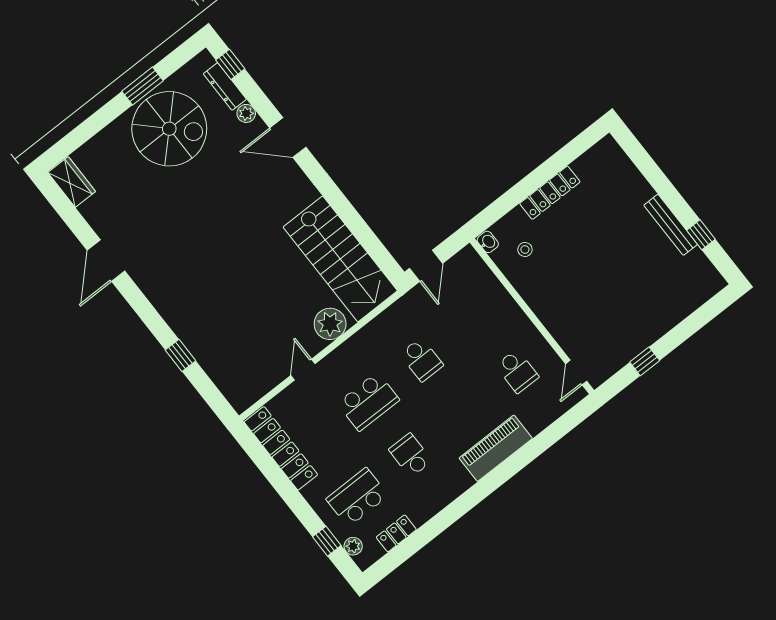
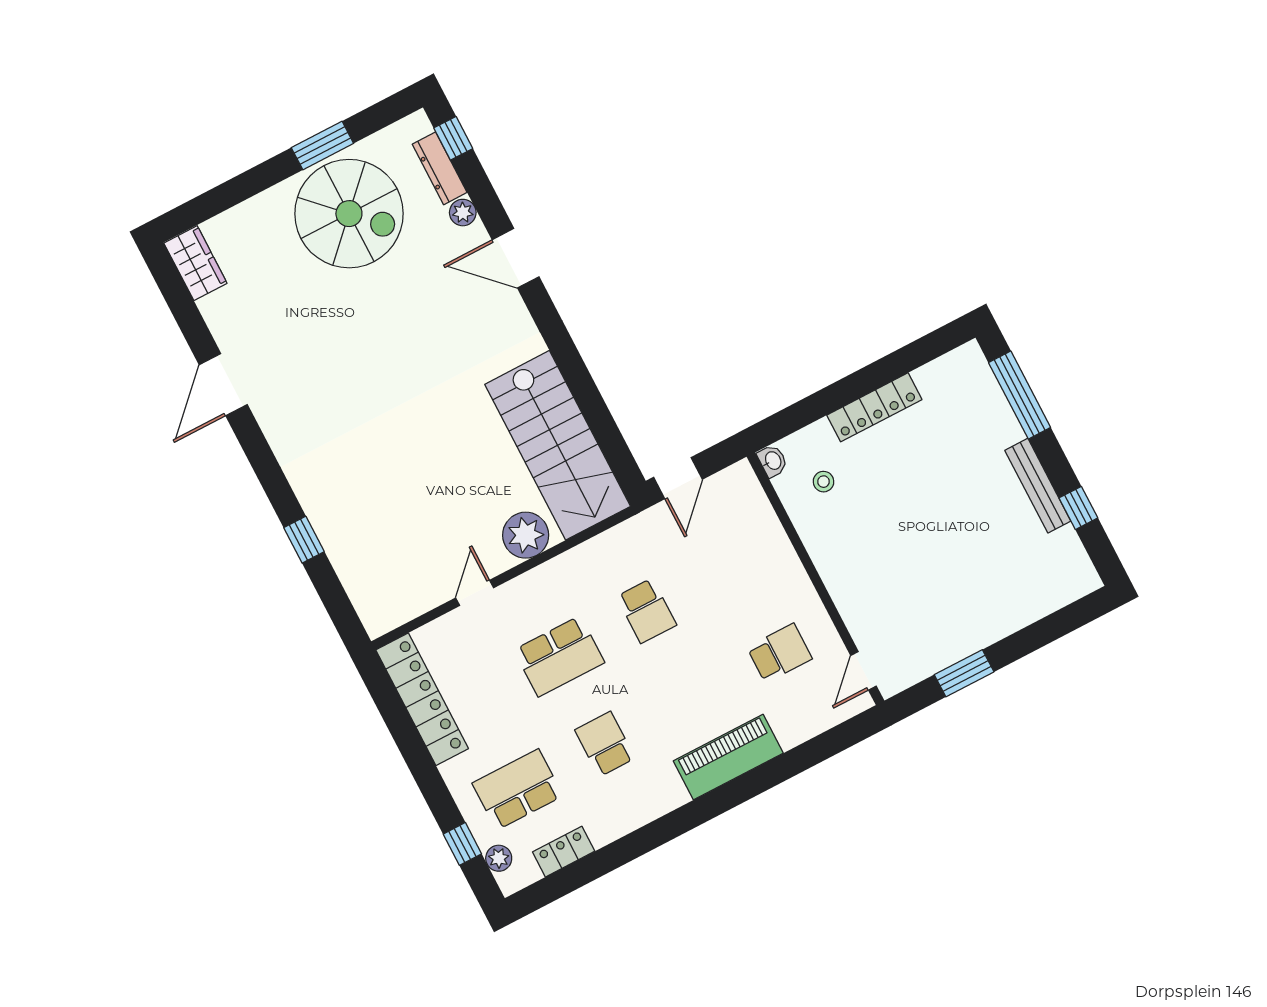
window: (647, 166) -> (1020, 395), added
window: (645, 361) -> (964, 673), width x1.50
school desk: (517, 371) -> (780, 653), turned -90

